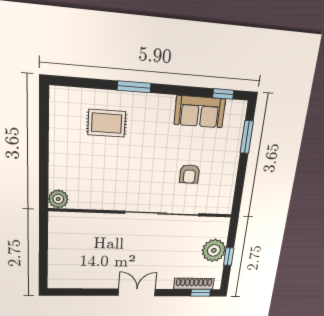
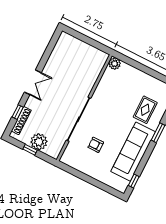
sofa: (200, 112) -> (133, 152), width x1.85, depth x1.27
window: (247, 137) -> (103, 187), removed
window: (201, 293) -> (18, 112), moved

